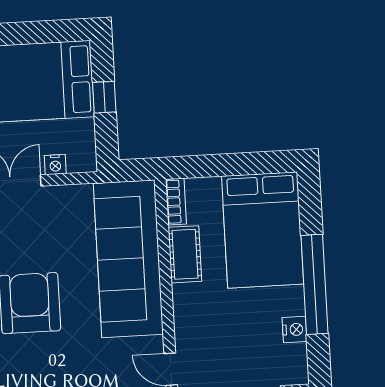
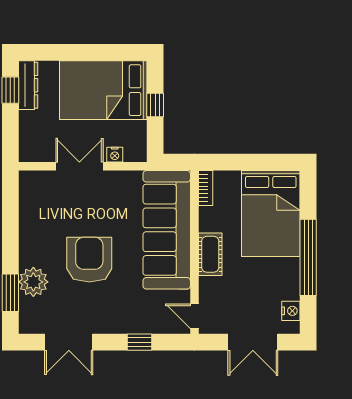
cot: (185, 254) -> (210, 254), moved
nightstand: (295, 329) -> (291, 311), moved

